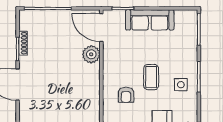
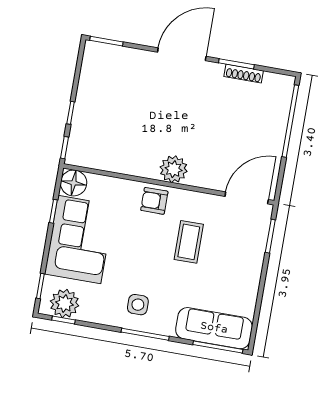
sofa: (150, 20) -> (214, 328), moved, turned 90
plant: (91, 54) -> (174, 169), moved
coffee table: (151, 77) -> (189, 242), moved, turned 90
armchair: (126, 95) -> (154, 201), moved

